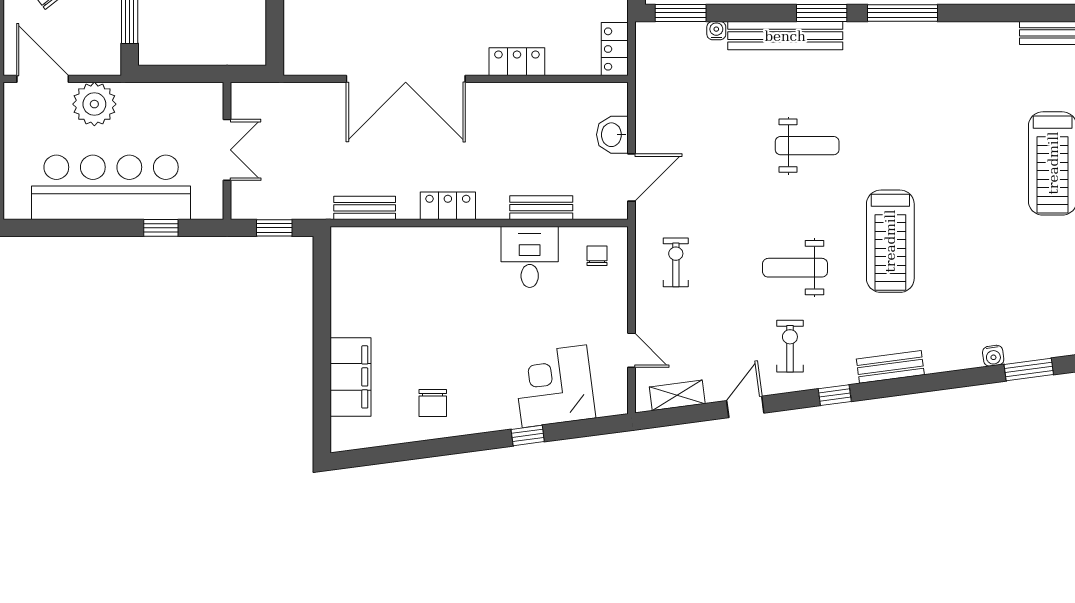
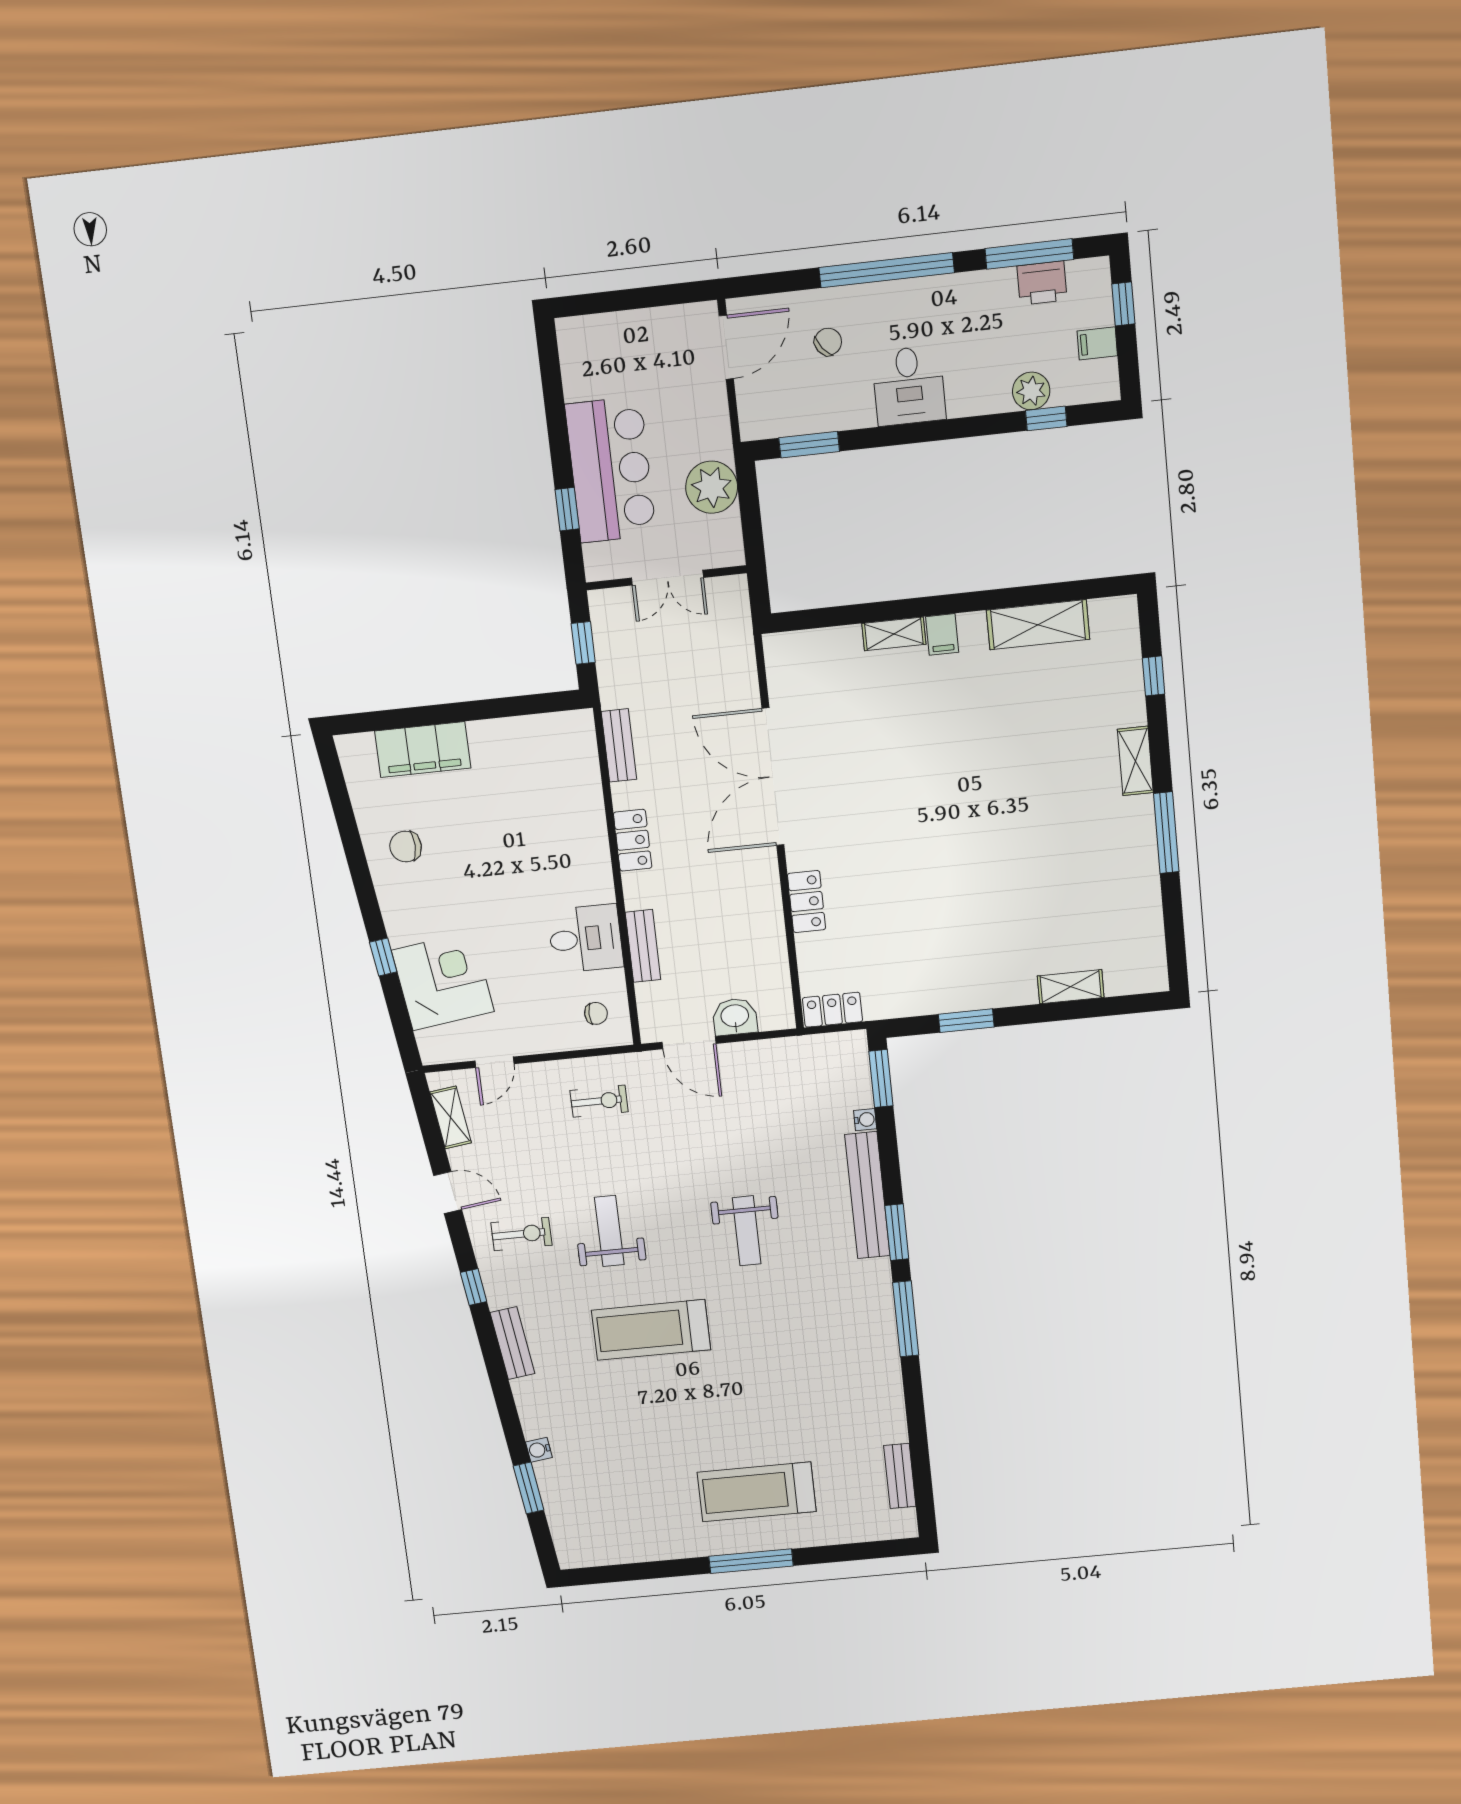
plant: (94, 104) -> (712, 487), moved
bar counter: (111, 187) -> (611, 470), width x0.73

